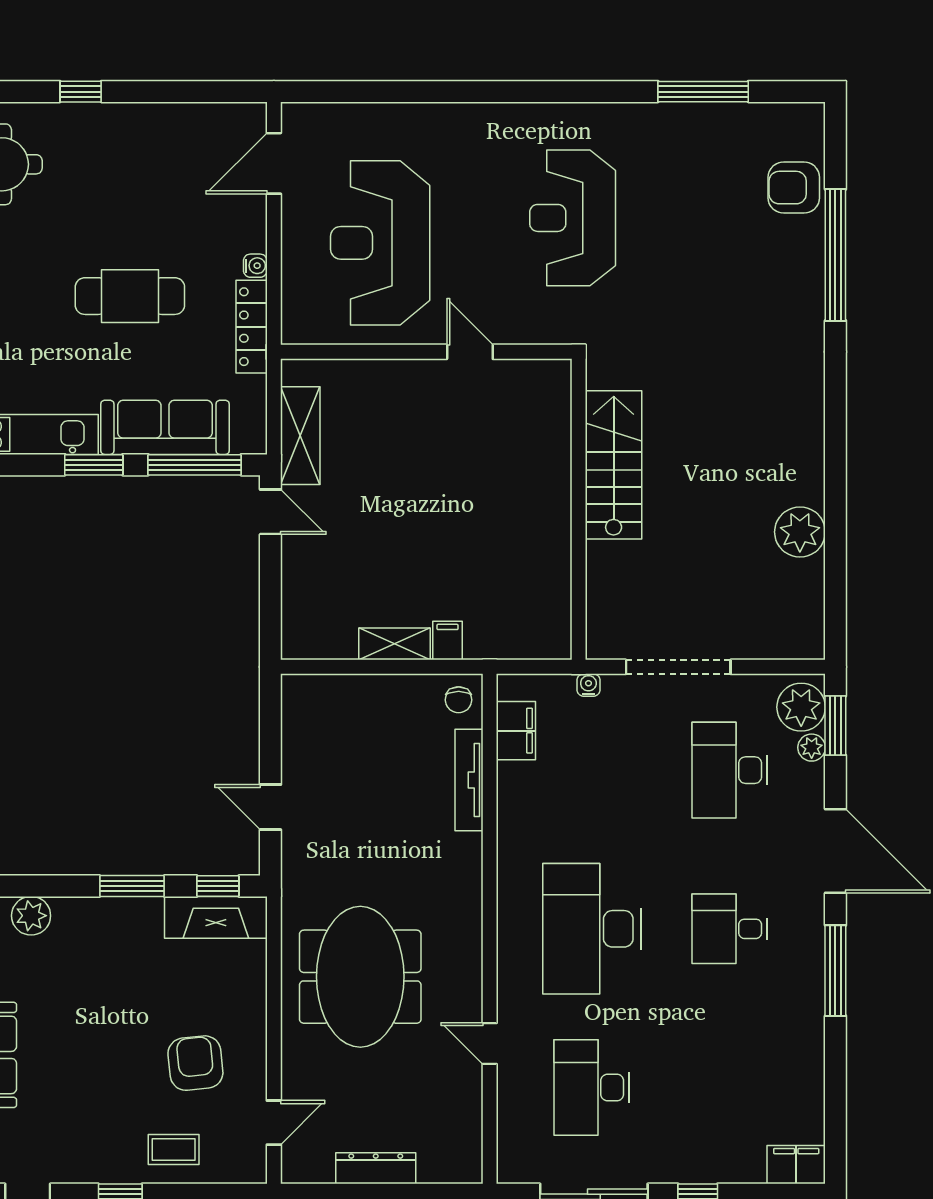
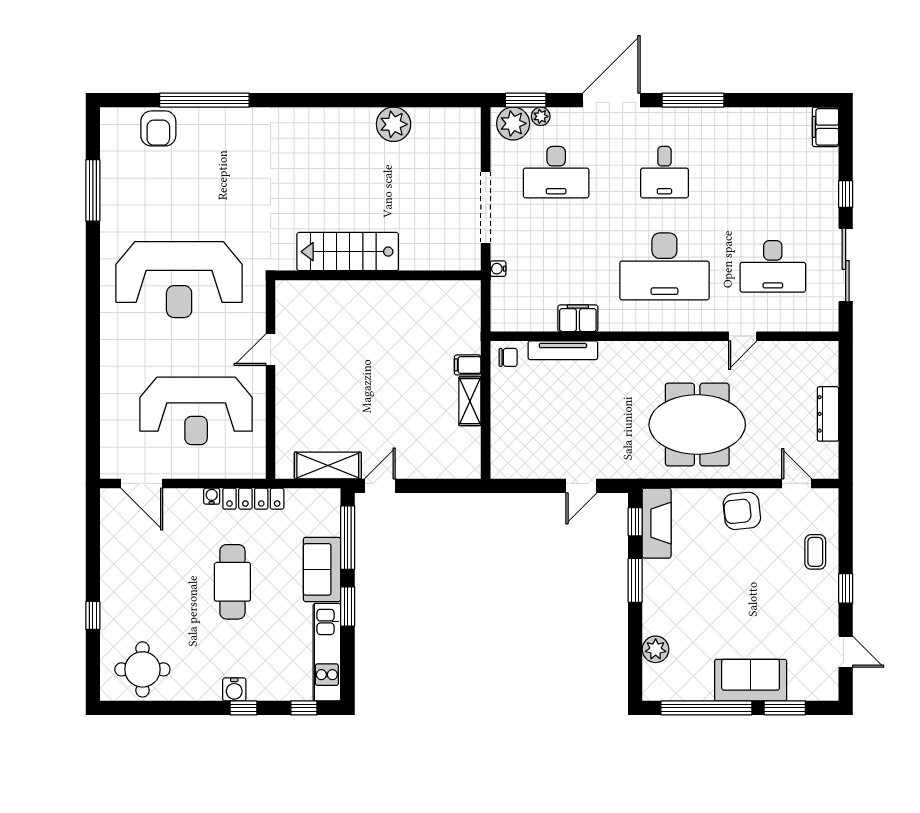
reception desk: (573, 218) -> (179, 280), width x1.36, depth x1.30
sofa: (165, 427) -> (322, 569), width x0.73
filing cabinet: (516, 731) -> (578, 318), moved
armchair: (195, 1063) -> (742, 511), moved

